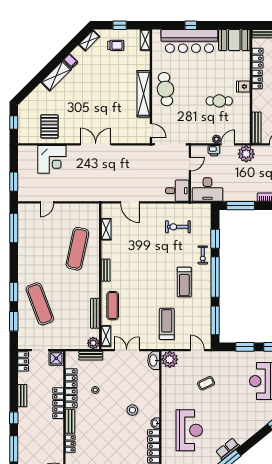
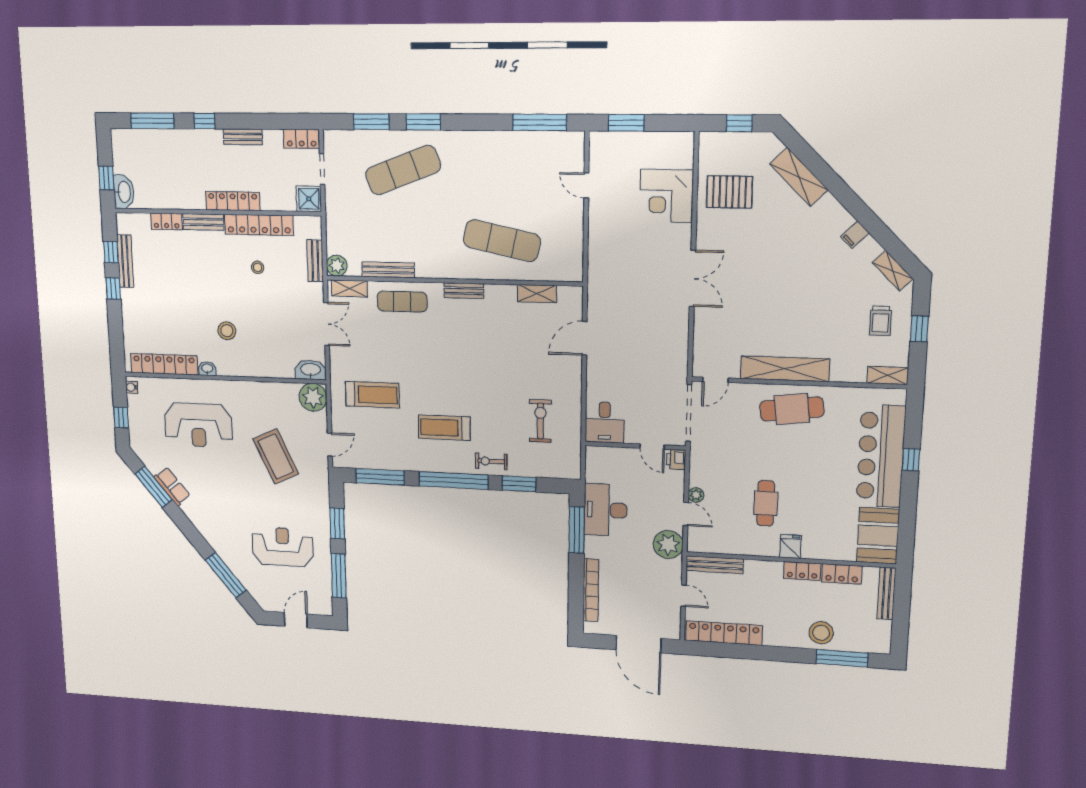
shelving: (56, 76) -> (799, 177), moved
printer: (214, 151) -> (676, 459), moved
desk: (207, 189) -> (605, 510), moved
coffee table: (206, 383) -> (276, 456), width x1.86, depth x1.72

